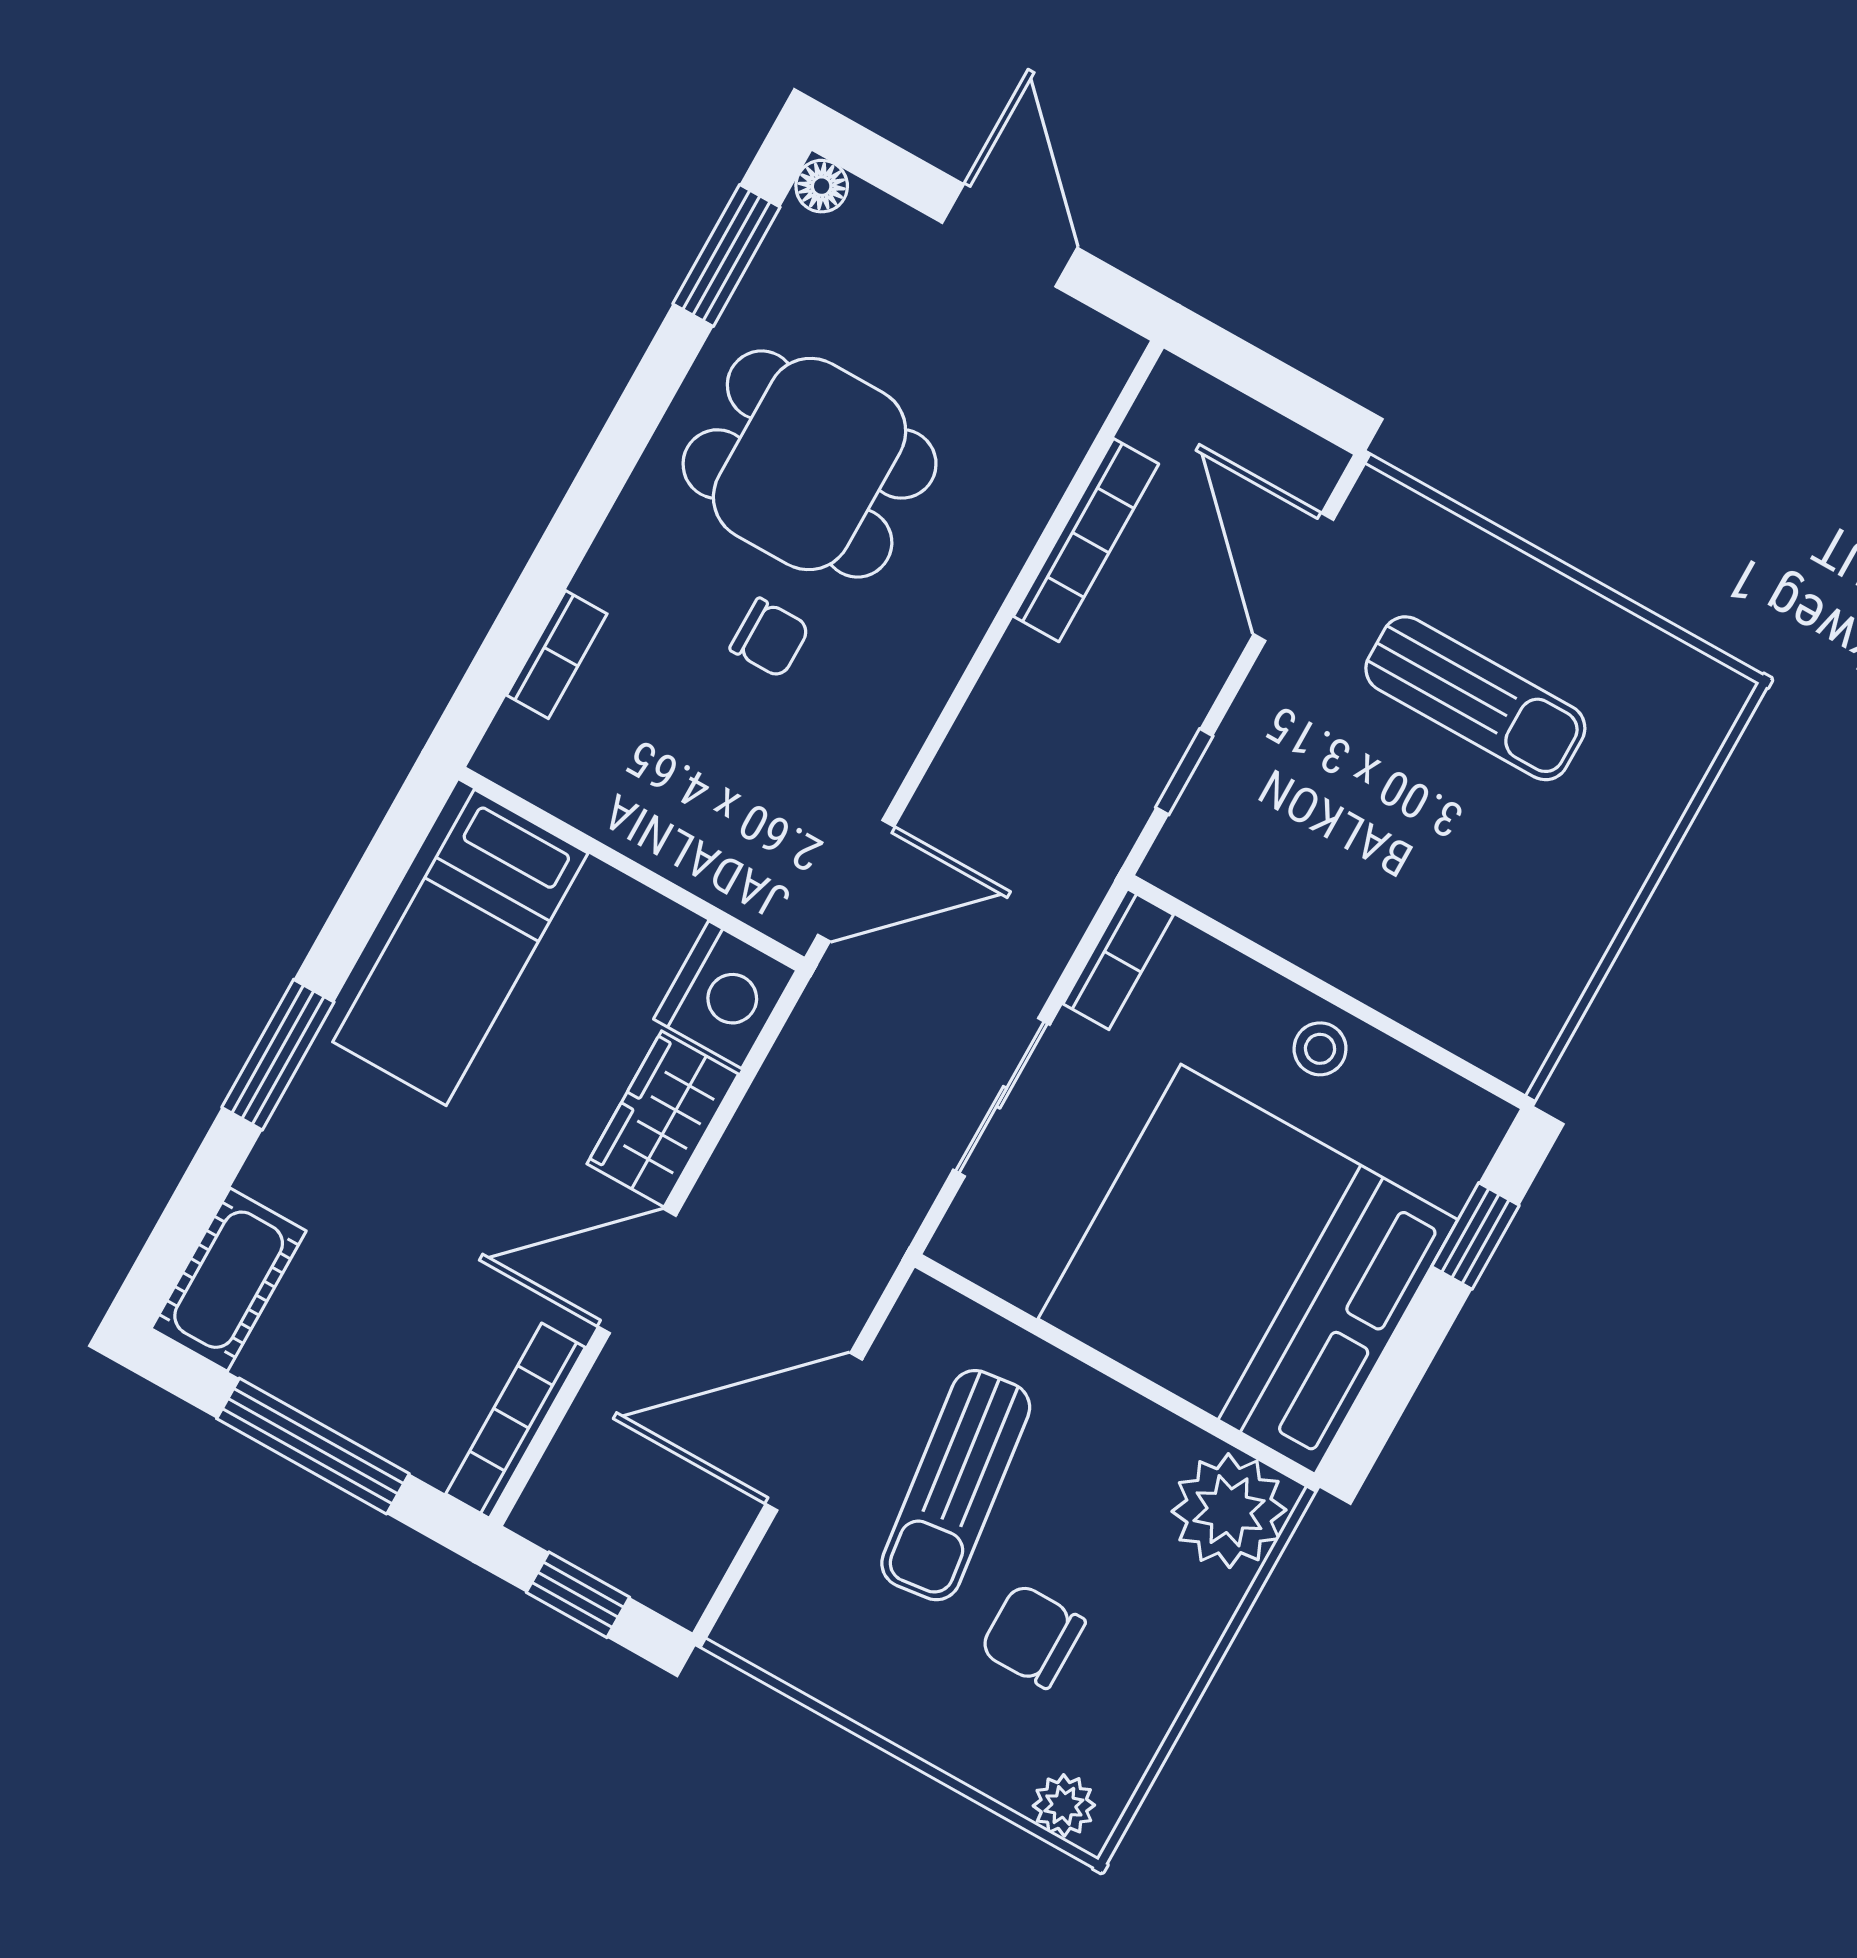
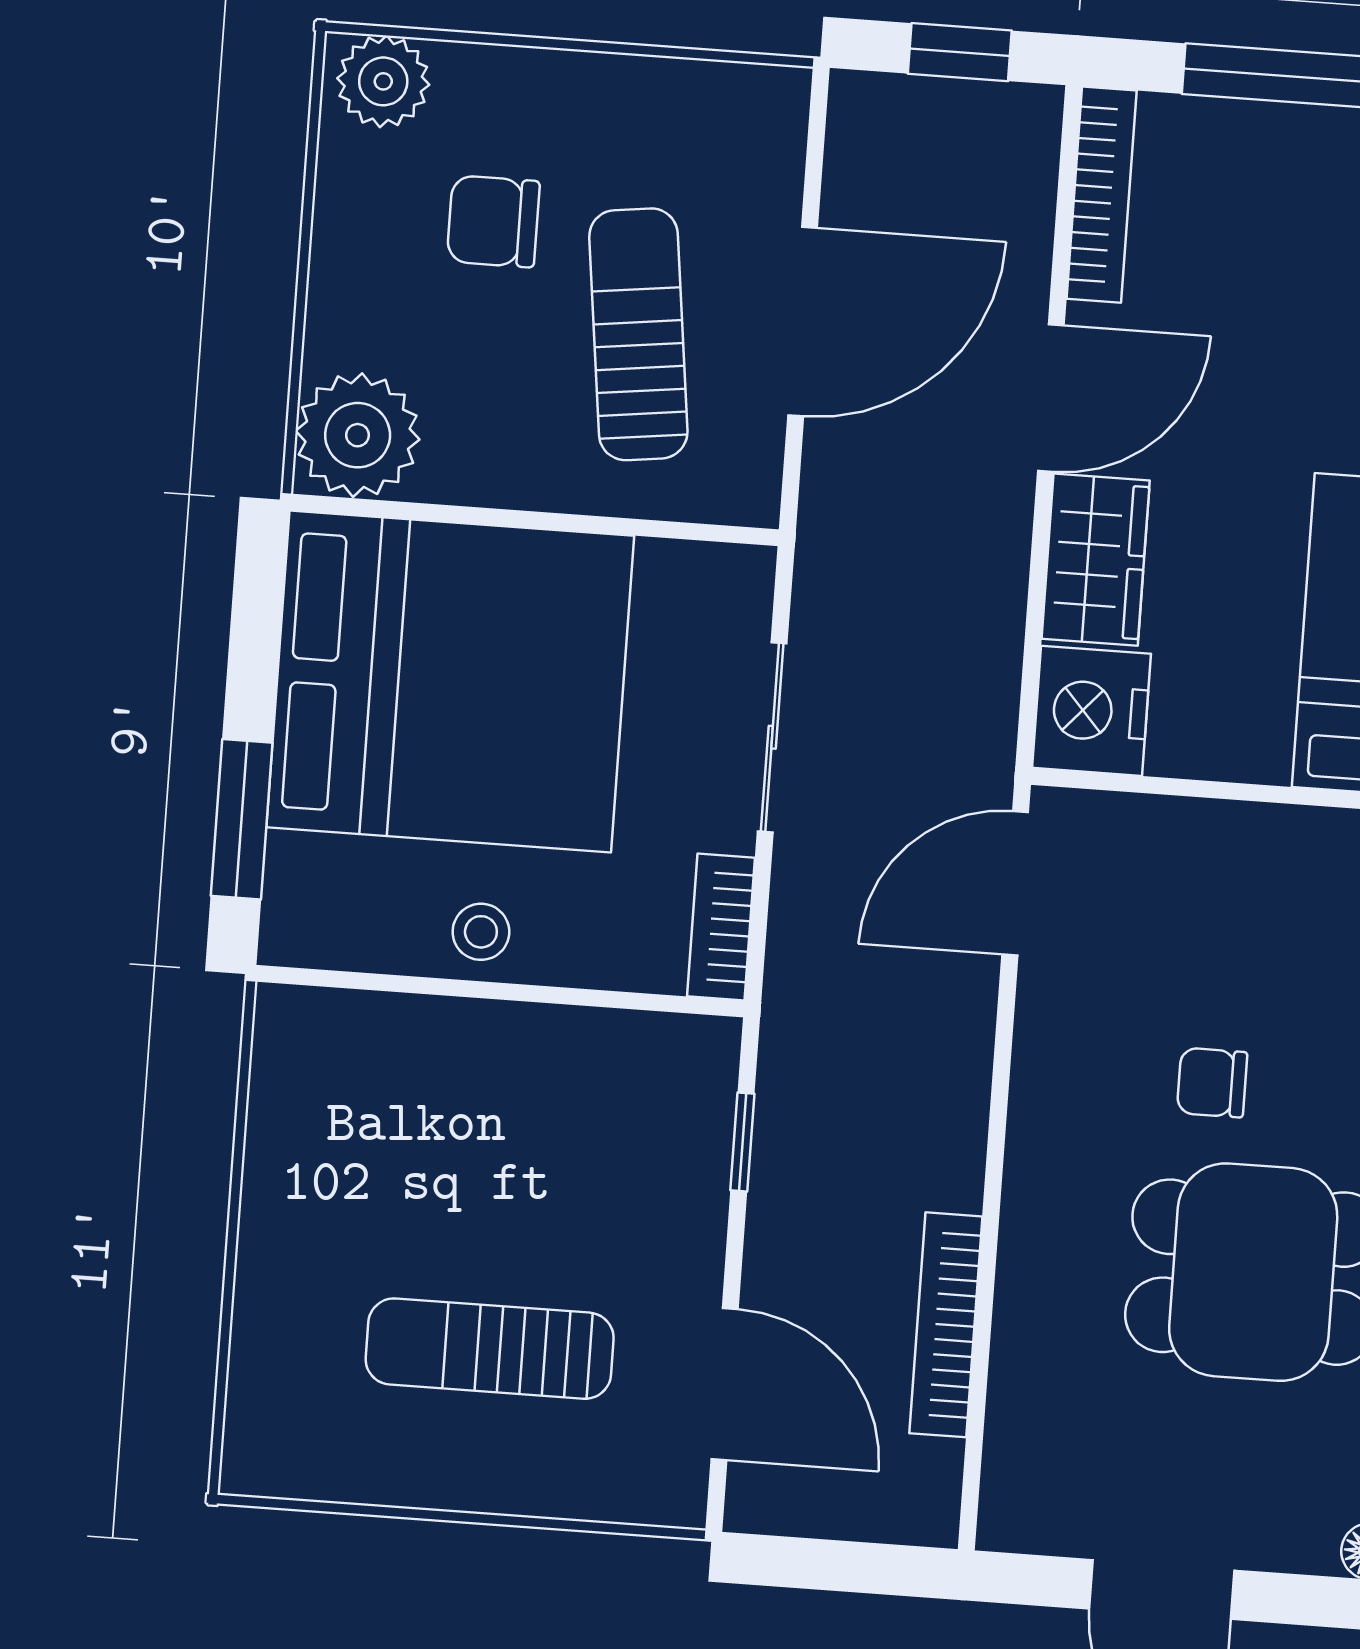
window: (1475, 1236) -> (242, 819), width x1.50
chair: (1033, 1636) -> (493, 221), turned 180
plant: (1064, 1805) -> (383, 81), width x1.38, depth x1.38

